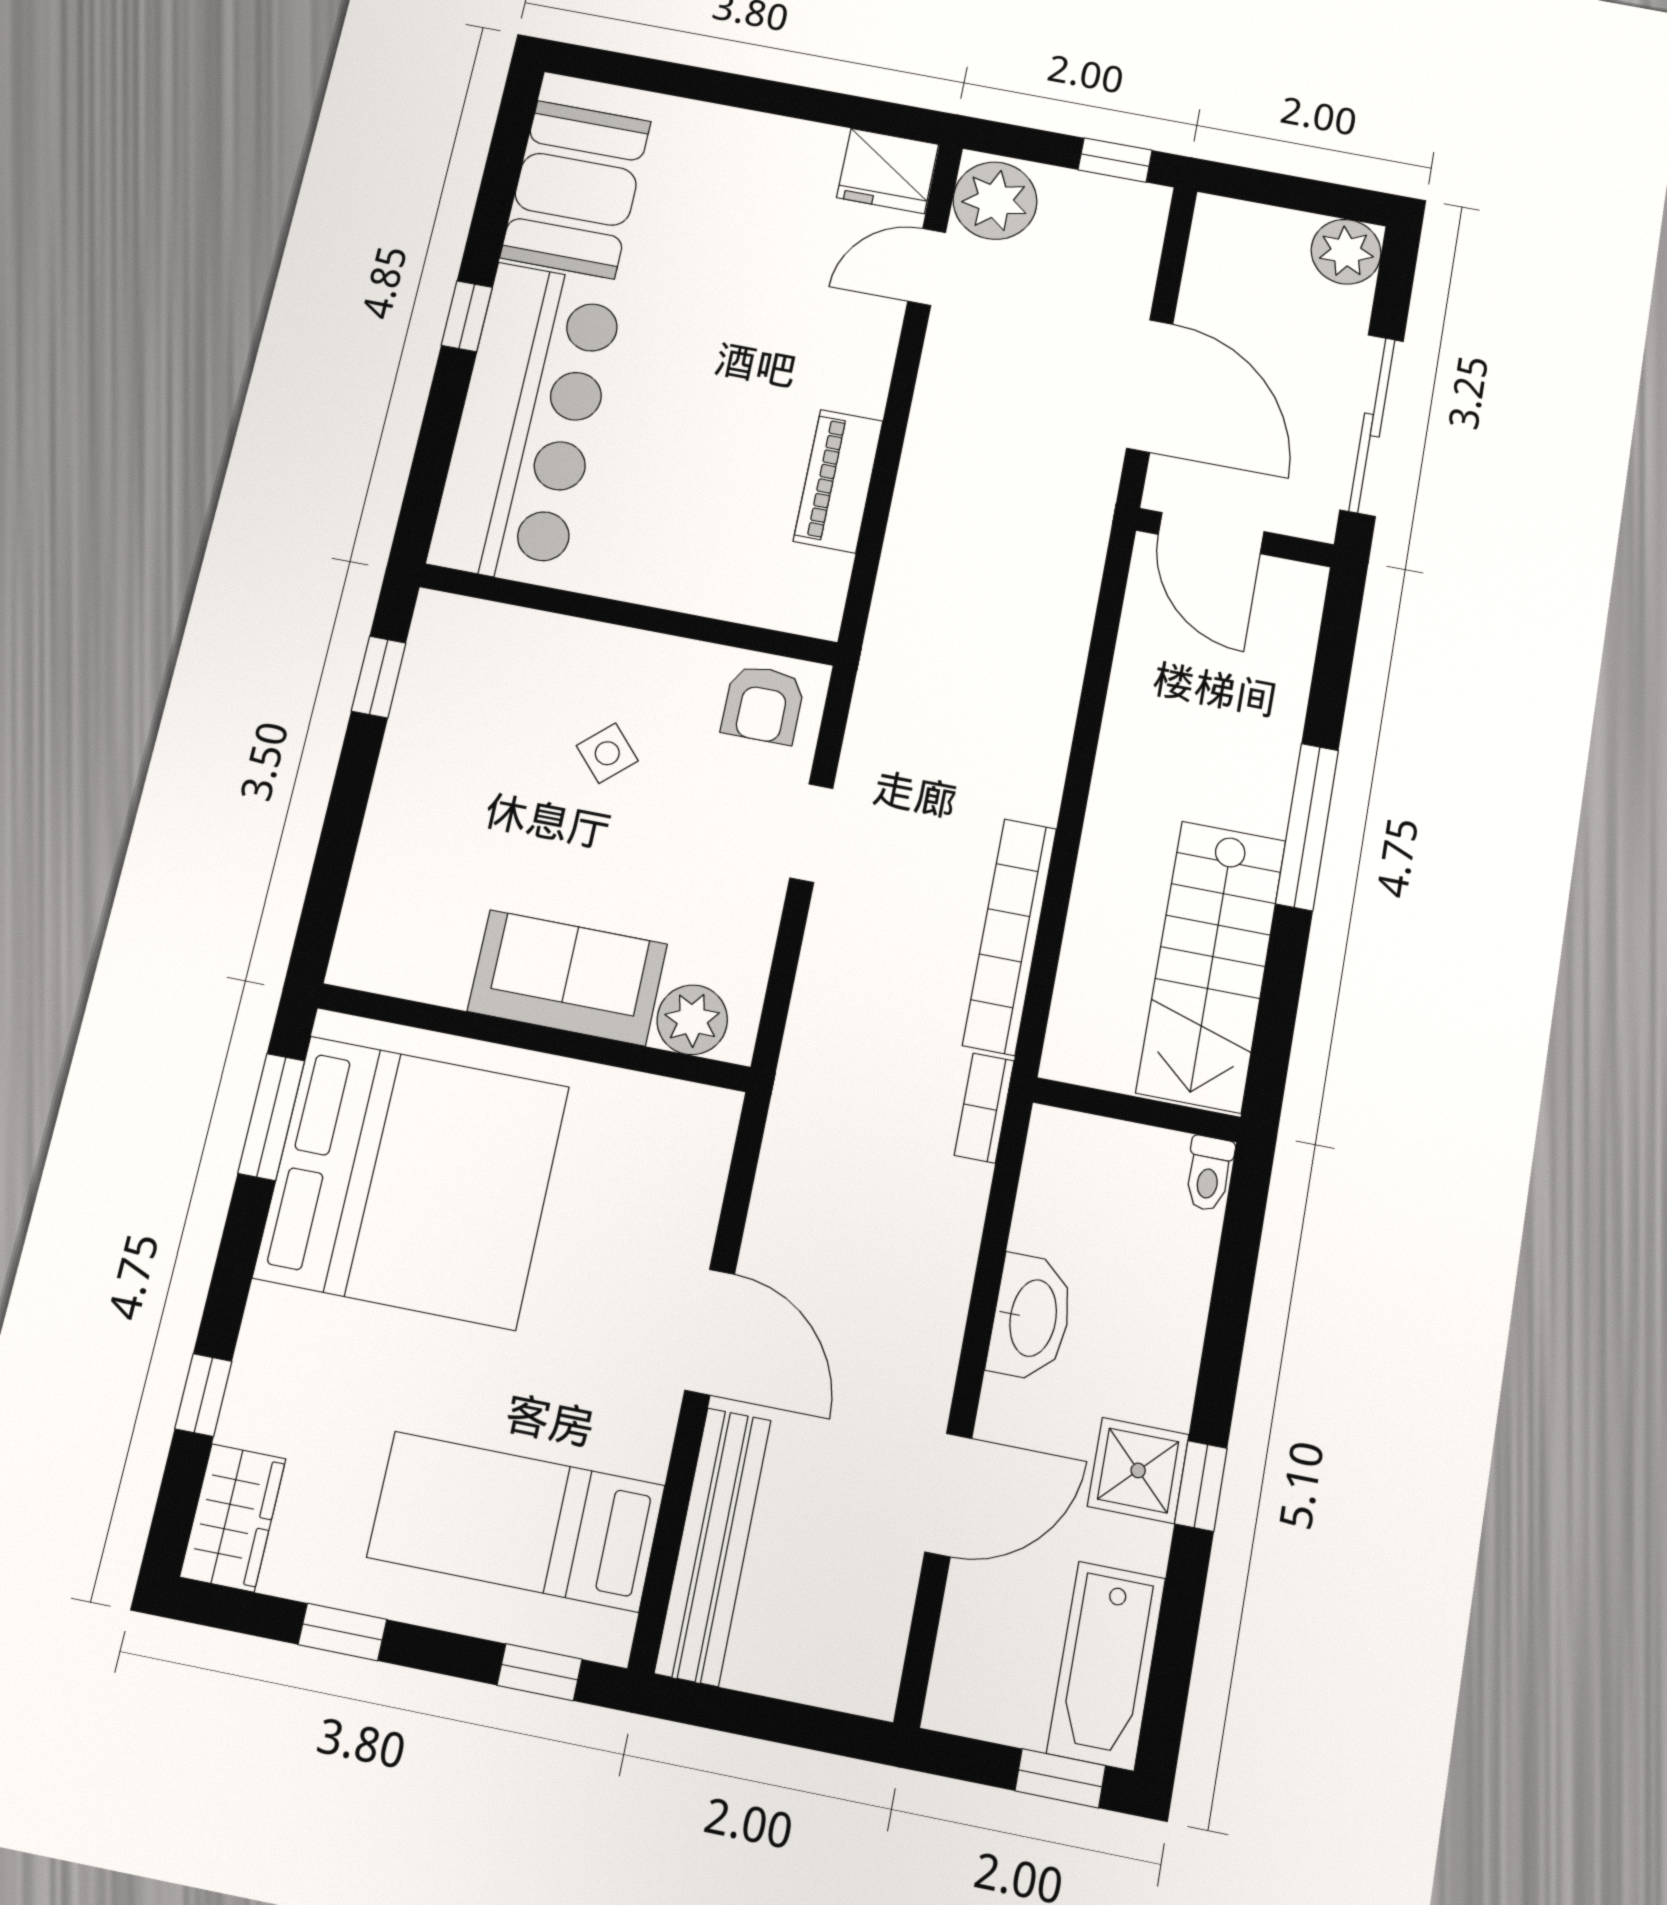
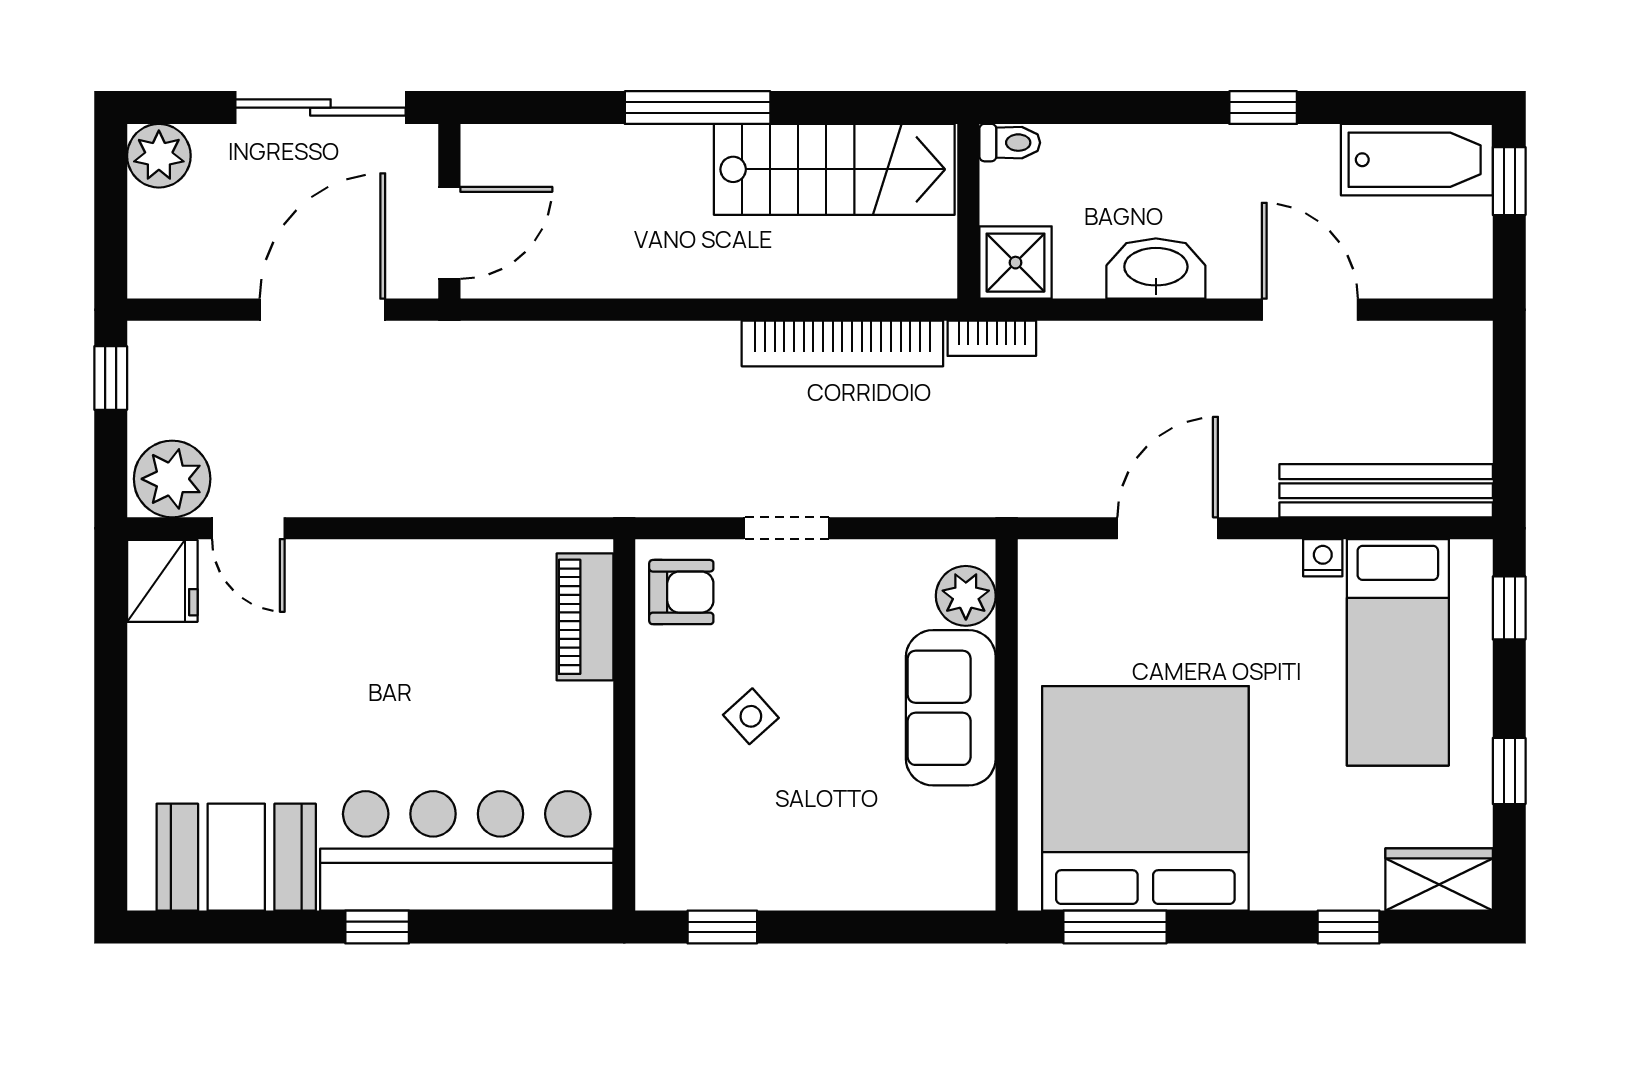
piano: (838, 481) -> (585, 617), moved, turned 90
door: (710, 1332) -> (1168, 528), moved
nightstand: (649, 1451) -> (1323, 558), added
shower: (1138, 1470) -> (1015, 263), moved

